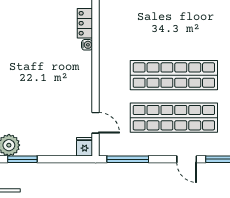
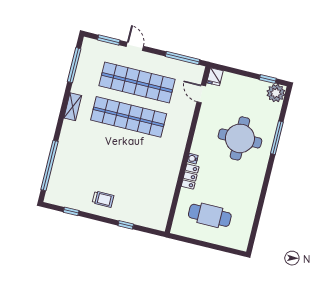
round table: (38, 82) -> (240, 138), added
window: (22, 159) -> (268, 79), width x0.67

